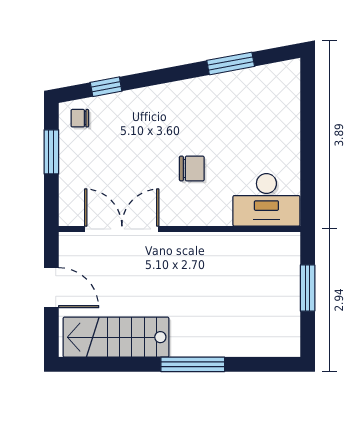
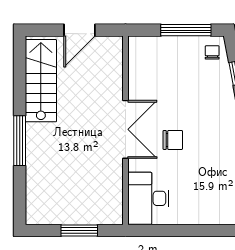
window: (51, 152) -> (186, 30), width x1.44
chair: (192, 168) -> (173, 140), turned -90
double door: (122, 229) -> (125, 129), moved

